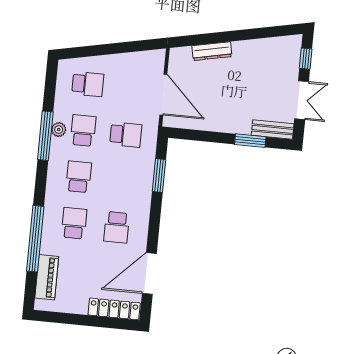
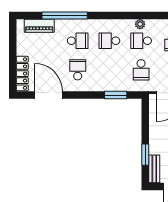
school desk: (83, 130) -> (141, 41), turned 180
window: (45, 136) -> (135, 15), removed
school desk: (79, 177) -> (109, 41), turned 180
school desk: (117, 227) -> (78, 70), turned 90

